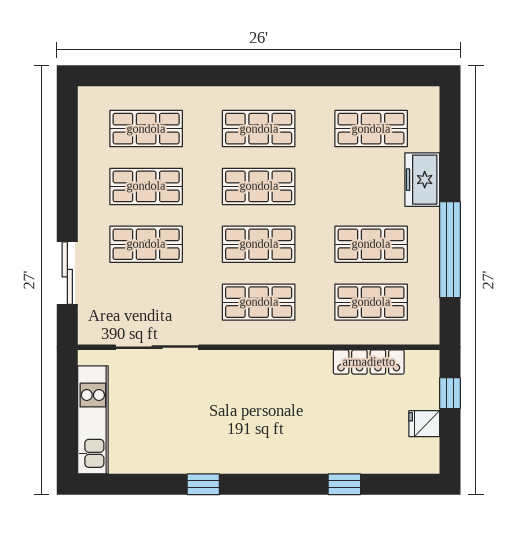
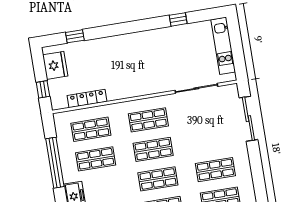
shop shelf: (146, 244) -> (211, 140), removed
sliding door: (67, 273) -> (248, 119), width x1.37
fridge: (424, 424) -> (55, 65), width x1.88, depth x1.34
window: (203, 484) -> (178, 19), moved
window: (344, 484) -> (75, 36), moved

